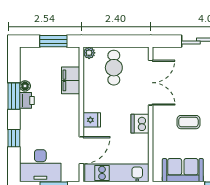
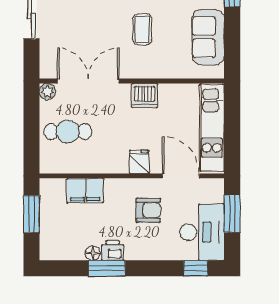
plant: (89, 53) -> (47, 92), moved
armchair: (56, 126) -> (148, 210), added
window: (14, 138) -> (196, 268), moved

